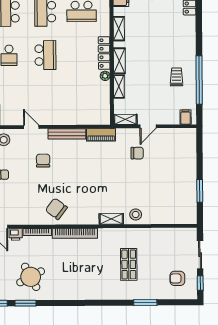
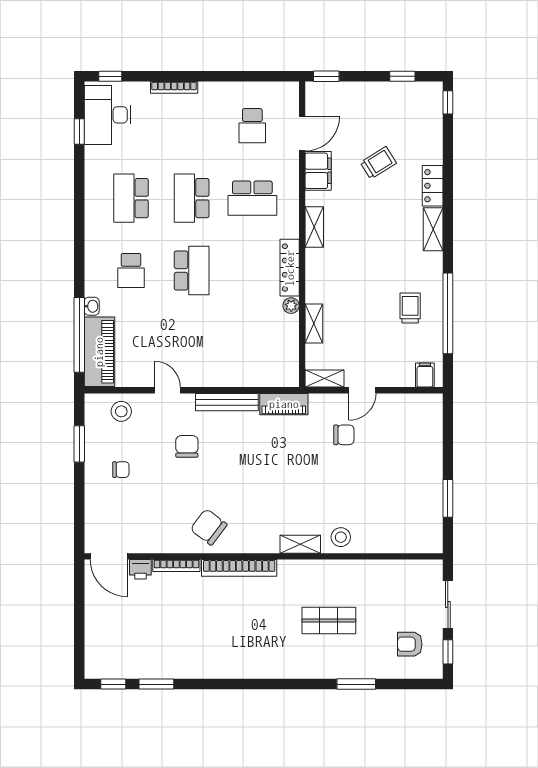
shelving: (119, 61) -> (433, 229), moved
shop shelf: (129, 264) -> (329, 620), turned 90
round table: (31, 277) -> (165, 640), removed

